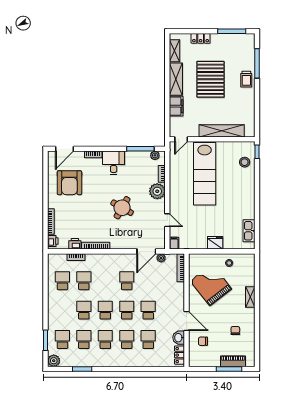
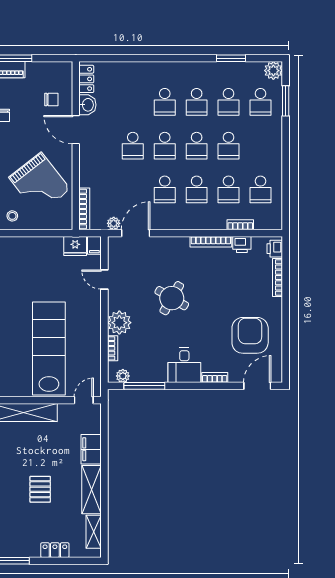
pallet: (210, 79) -> (40, 489), width x0.49, depth x0.50
fridge: (215, 243) -> (75, 246), moved
school desk: (148, 340) -> (197, 189), moved

